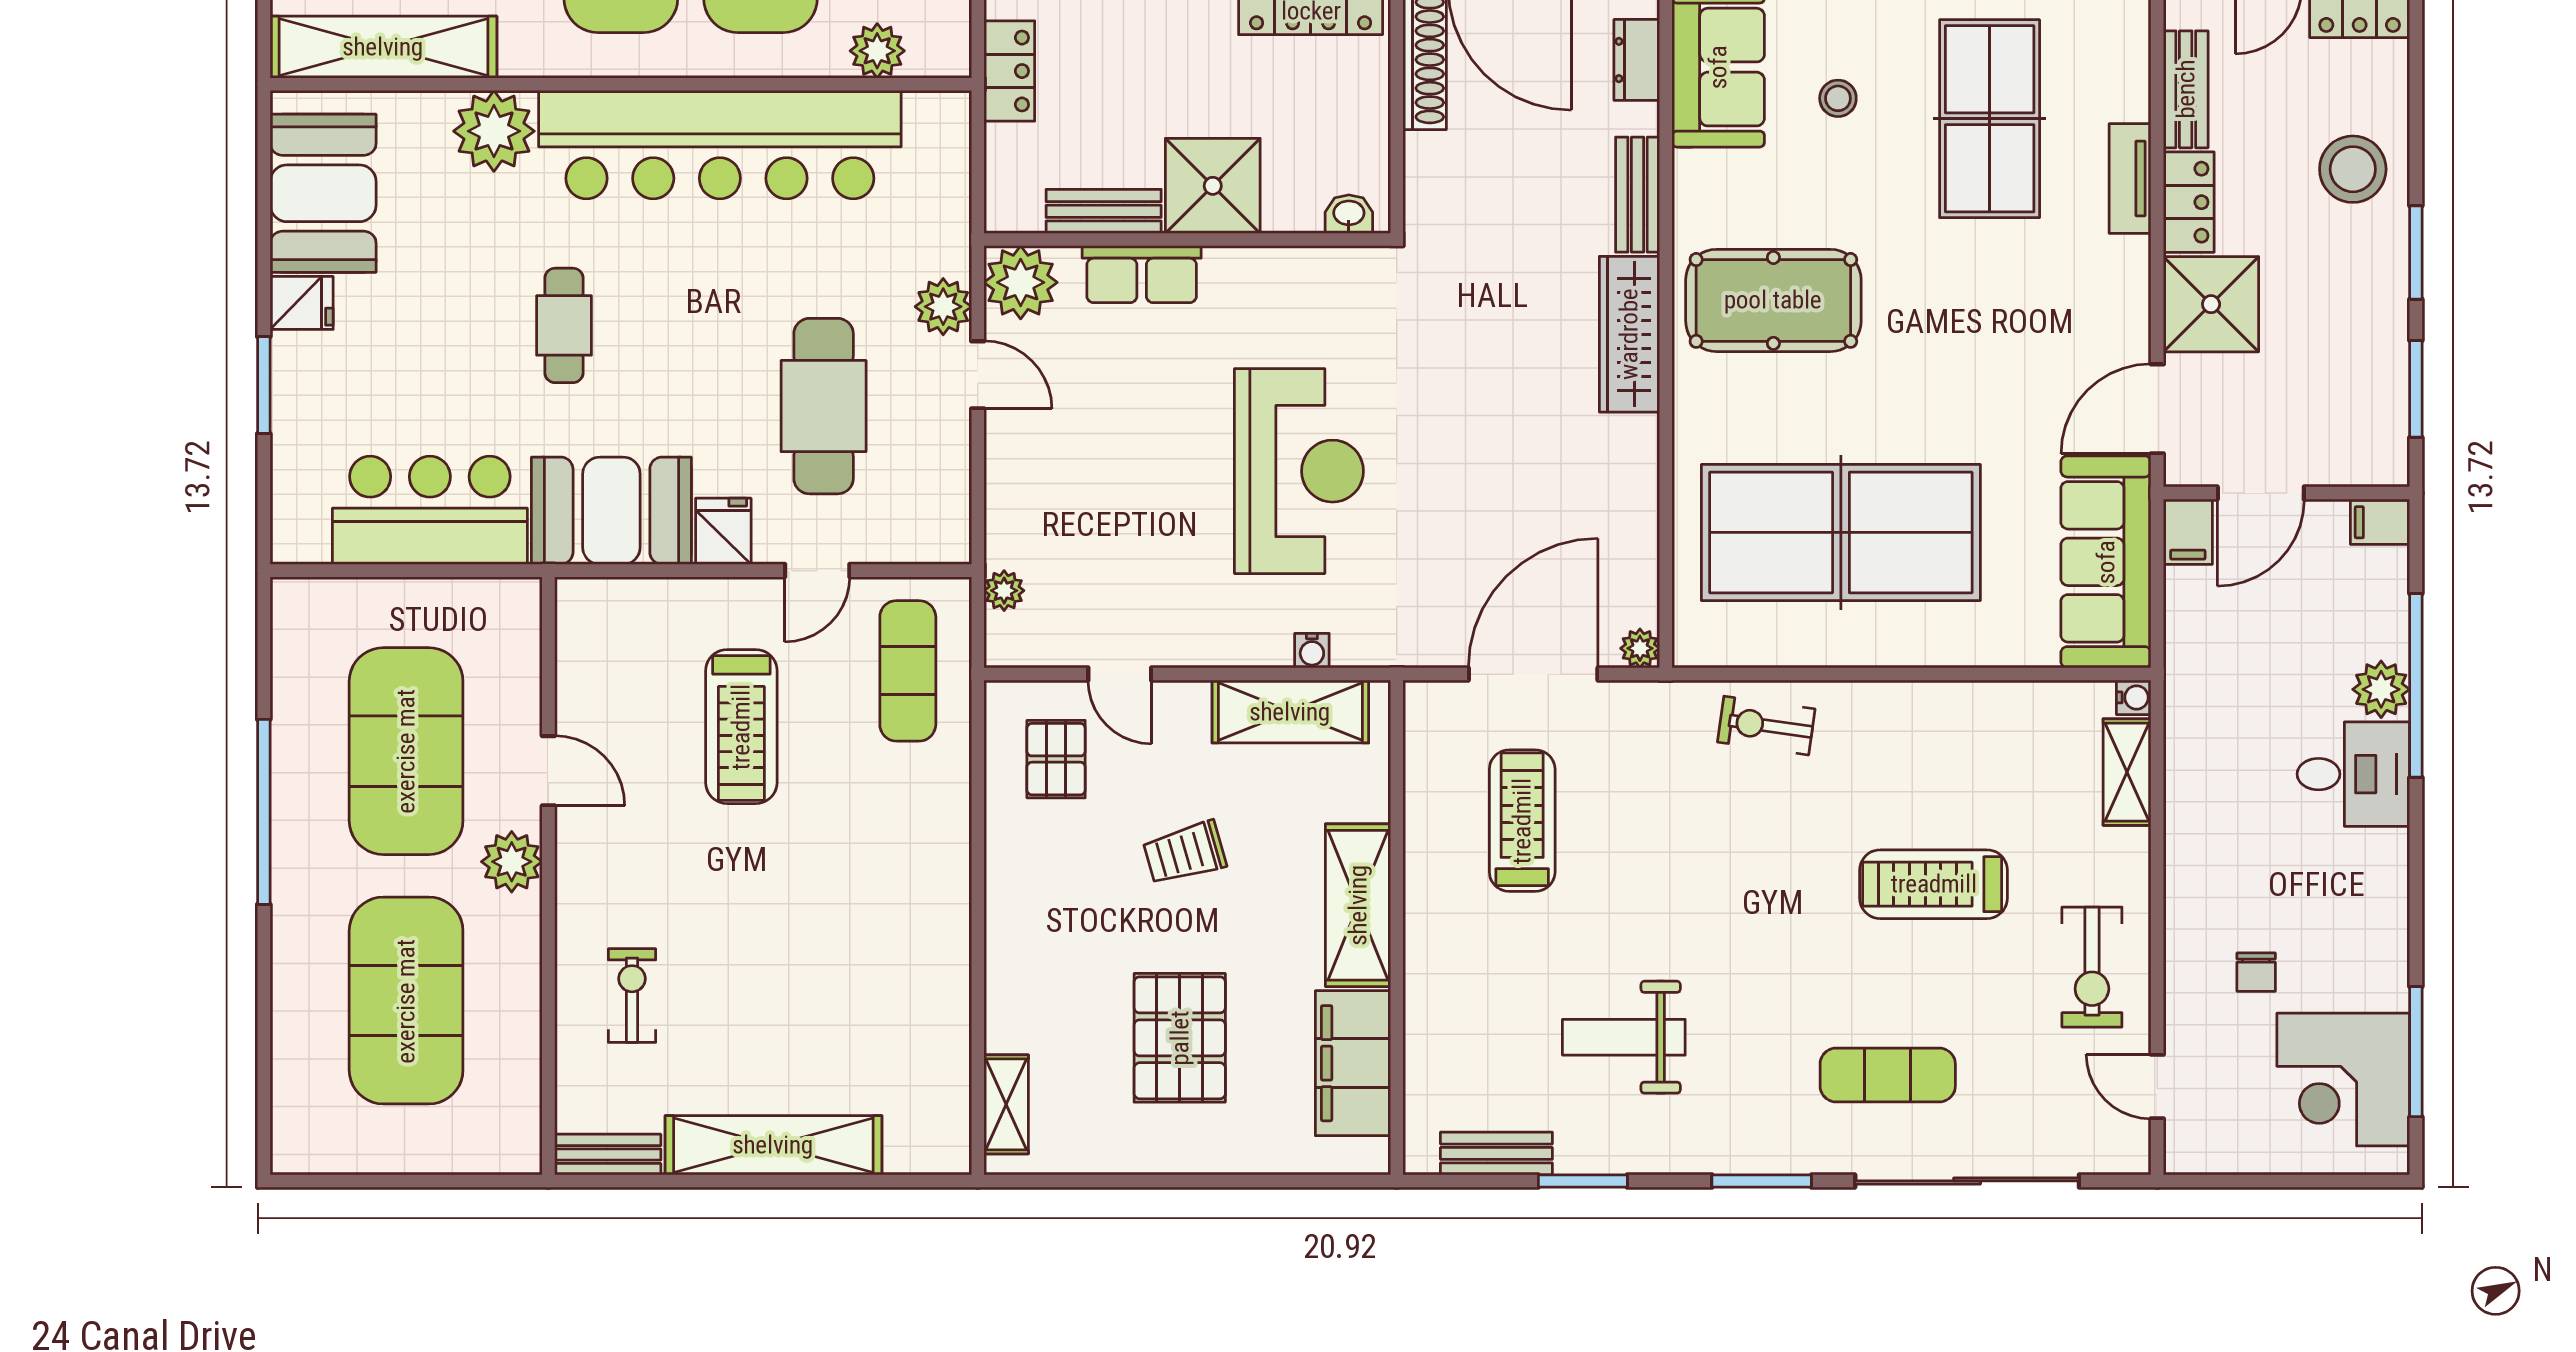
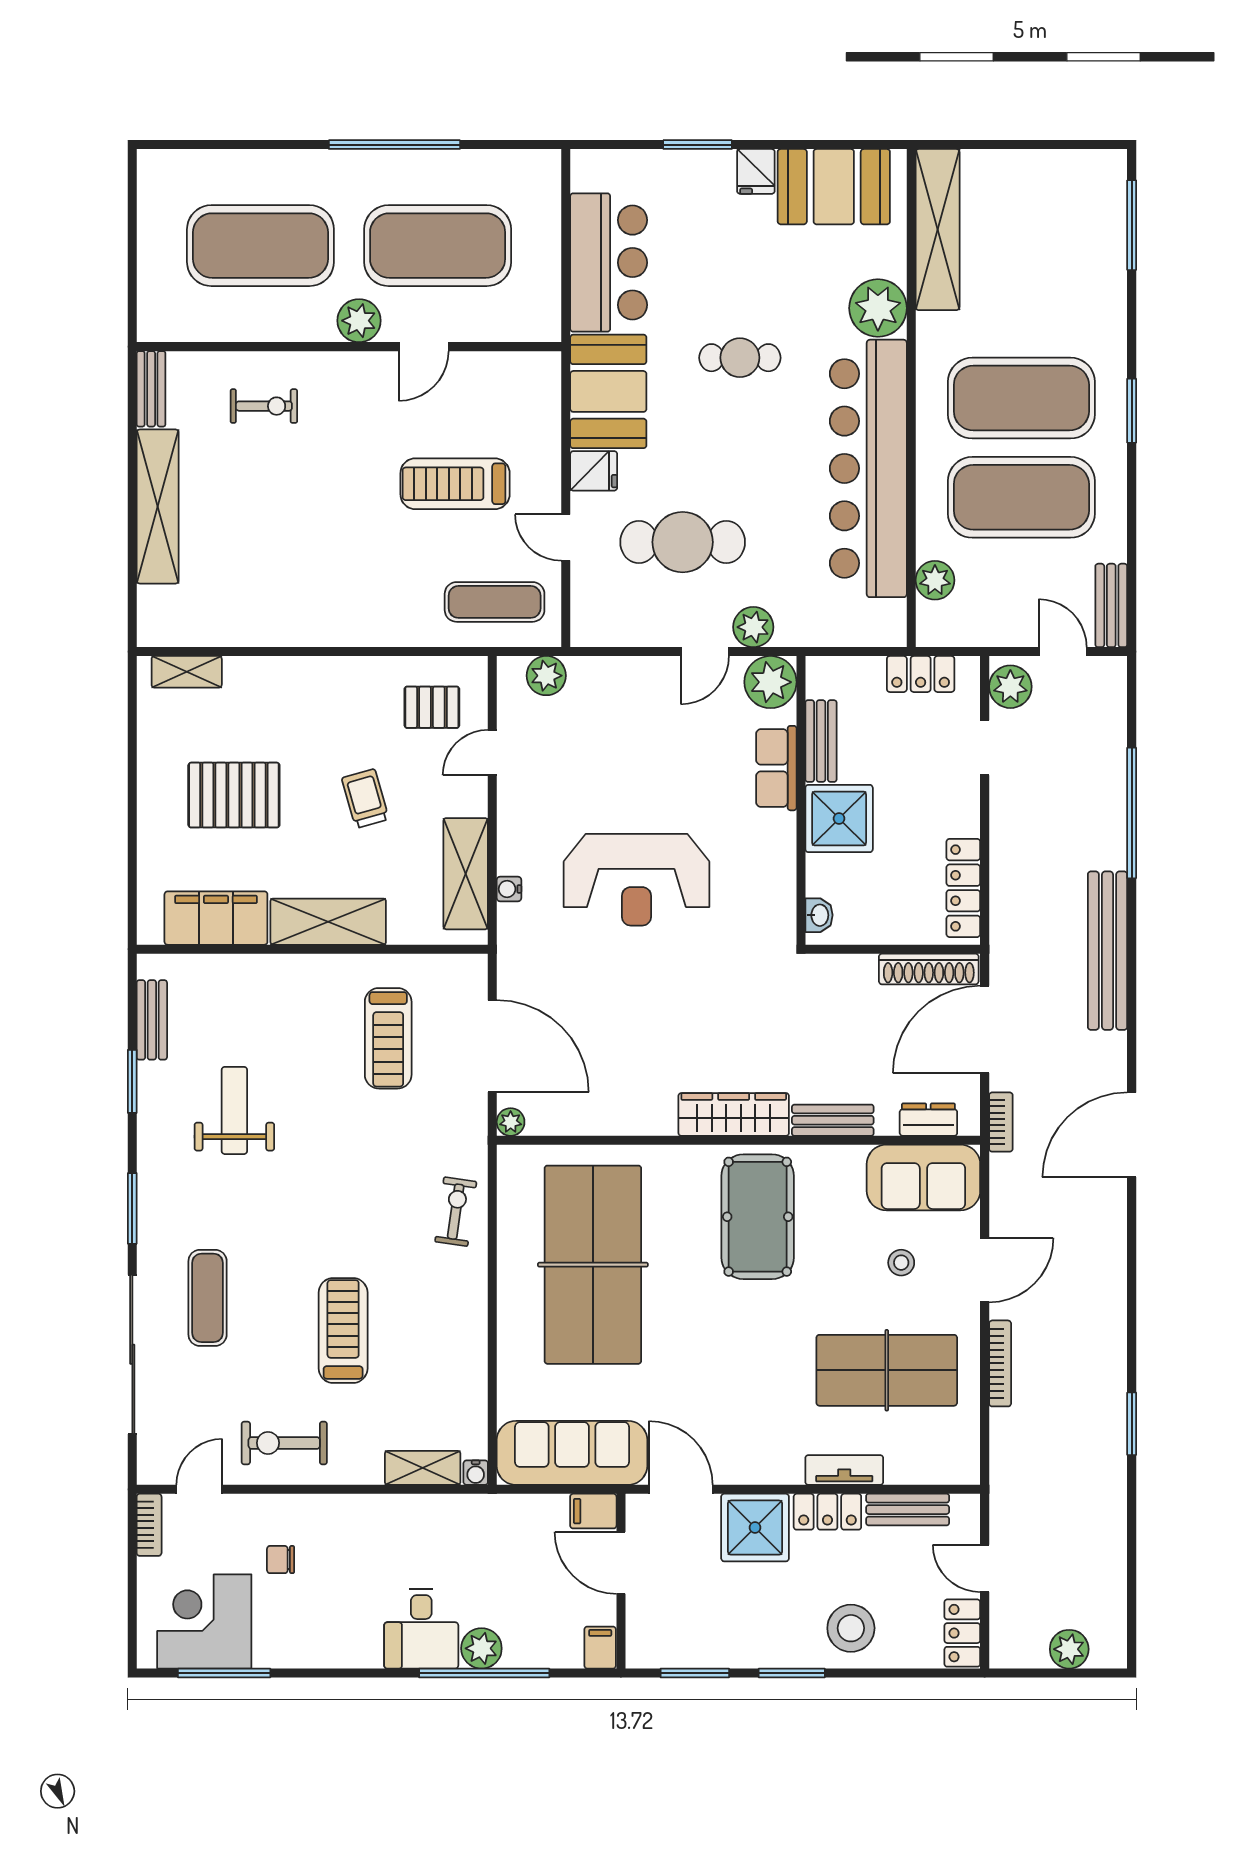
plant: (1004, 591) -> (546, 676), width x1.38, depth x1.38
treadmill: (1522, 821) -> (388, 1038), turned 90
bookcase: (2207, 1157) -> (149, 1525), added

